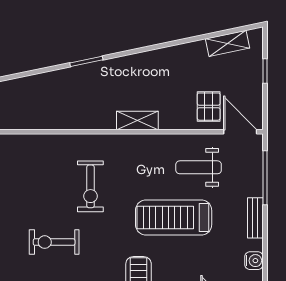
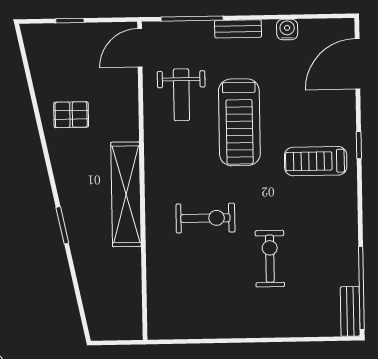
shelving: (227, 43) -> (39, 64), removed
pallet: (209, 107) -> (71, 115), moved
shelving: (137, 120) -> (126, 194), width x2.20, depth x1.33
exercise bike: (54, 242) -> (270, 259), turned 180

